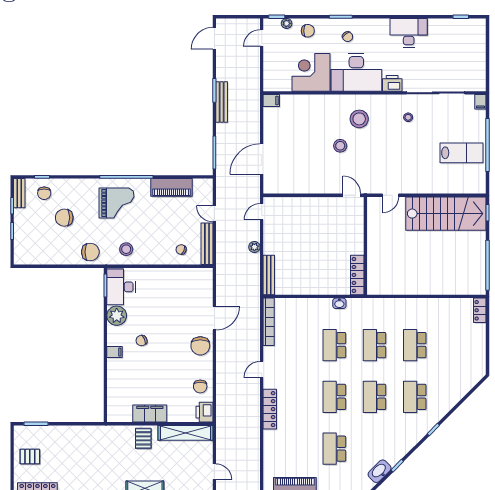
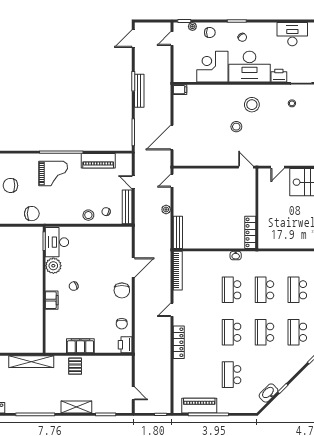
stool: (126, 249) -> (88, 215), moved
filing cabinet: (115, 352) -> (52, 300), width x2.00
shelving: (185, 433) -> (31, 362), moved

